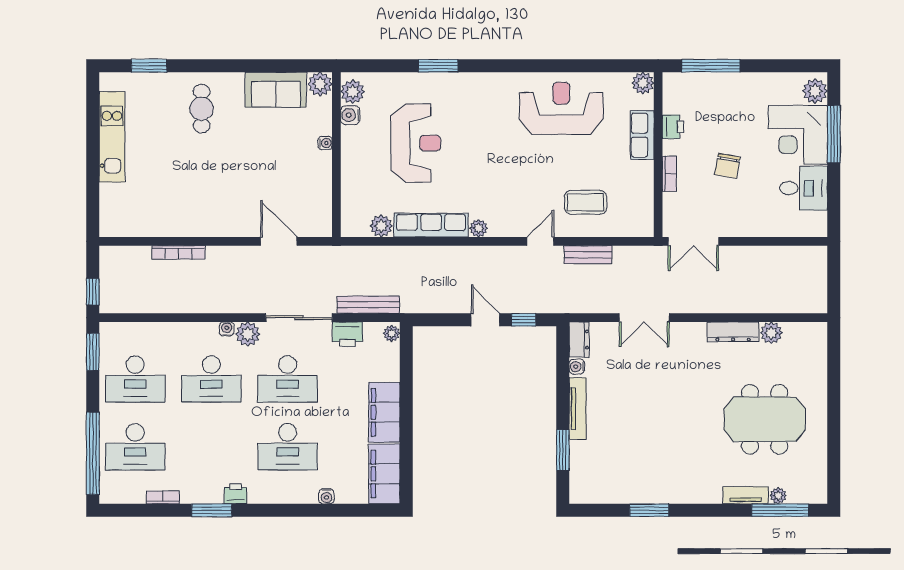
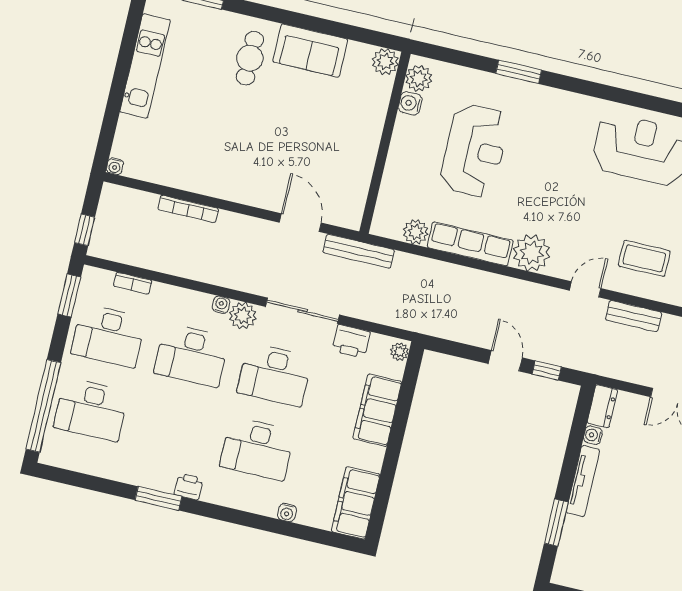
sofa: (276, 90) -> (310, 50), moved
water cooler: (325, 143) -> (115, 166), moved, turned 90
plant: (479, 228) -> (532, 253), width x1.88, depth x1.88
bench: (368, 305) -> (359, 251), moved
filing cabinet: (384, 412) -> (377, 410), moved
bookcase: (163, 497) -> (133, 283), moved, turned 180

